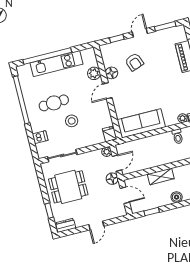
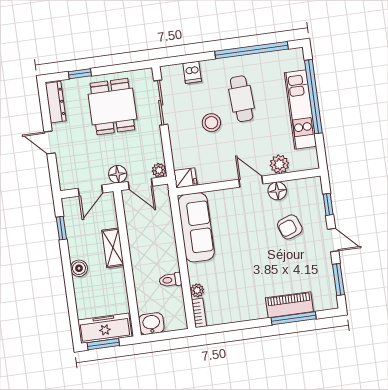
dresser: (66, 225) -> (56, 102), width x1.44

